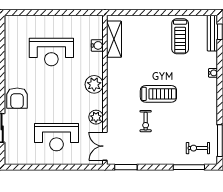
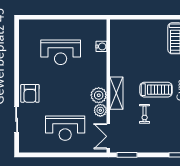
shelving: (114, 39) -> (116, 93), moved
plant: (94, 84) -> (99, 95), moved

